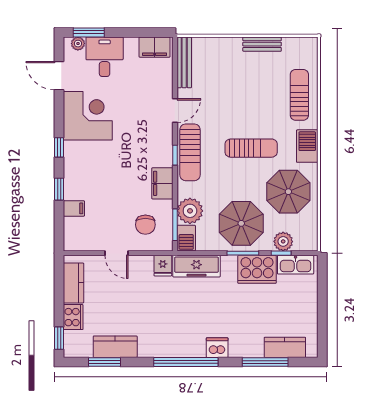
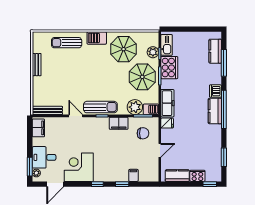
sun lounger: (251, 148) -> (98, 71), removed
kitchen counter: (115, 347) -> (215, 111), moved

